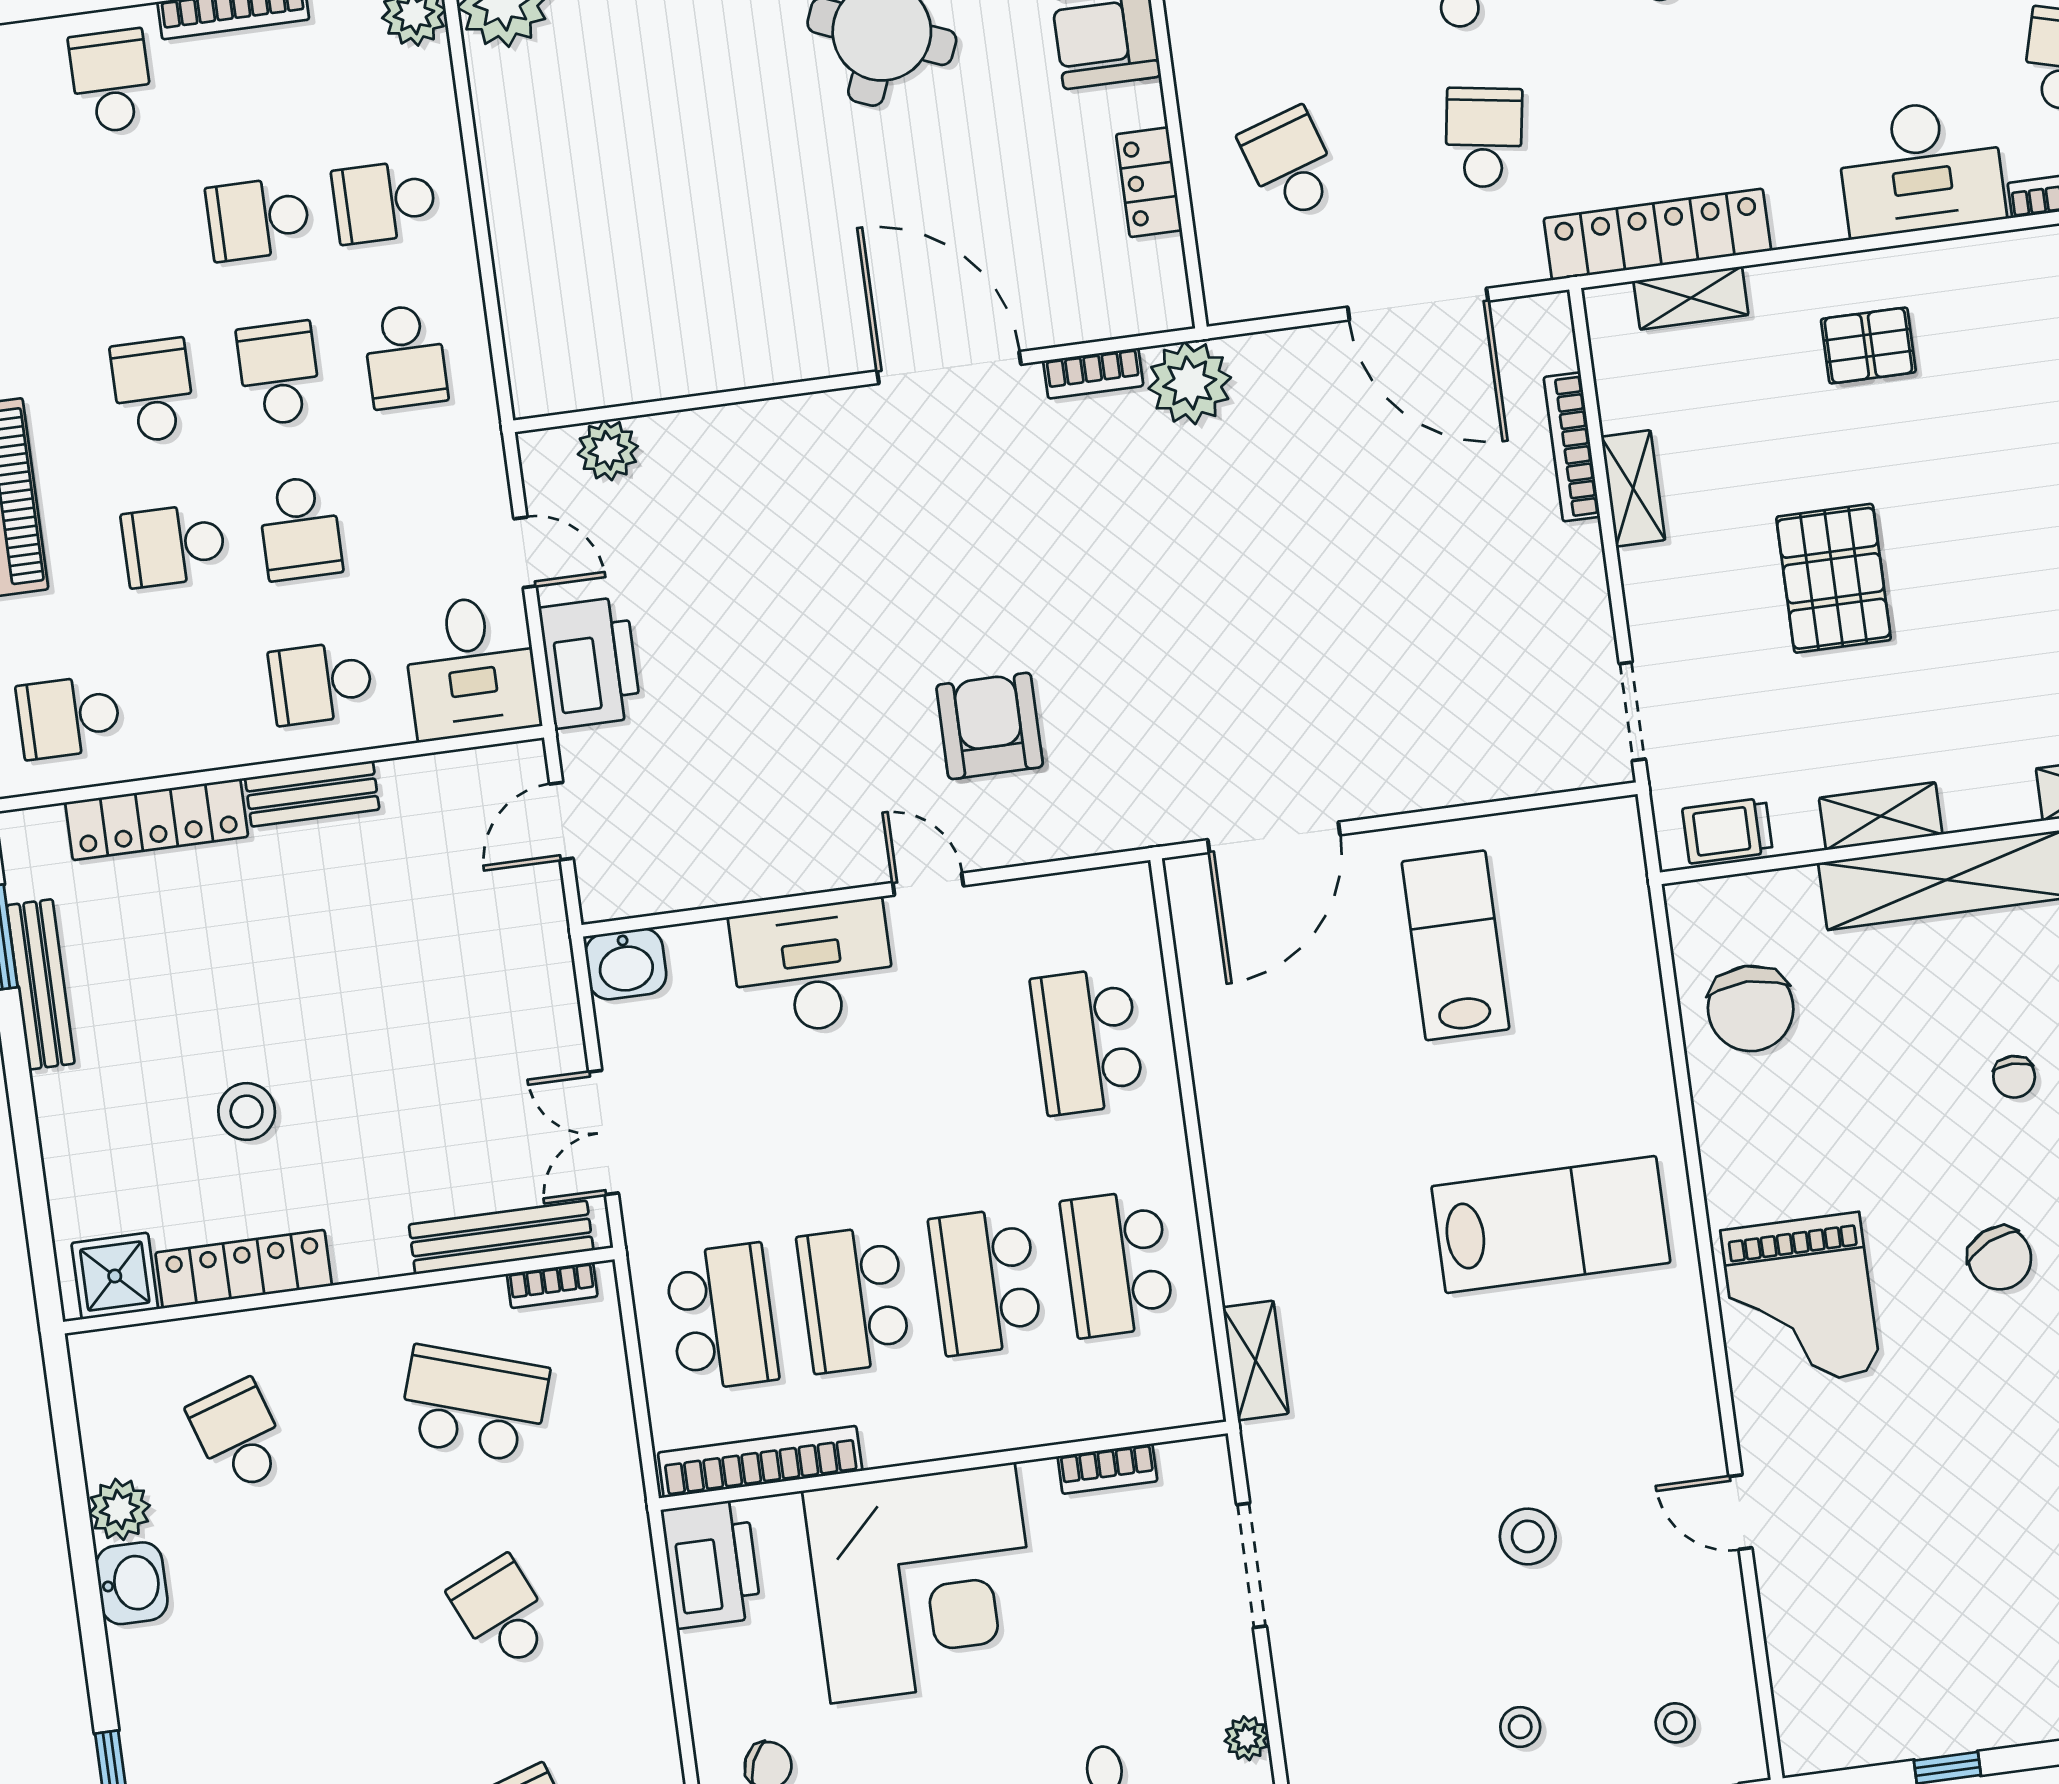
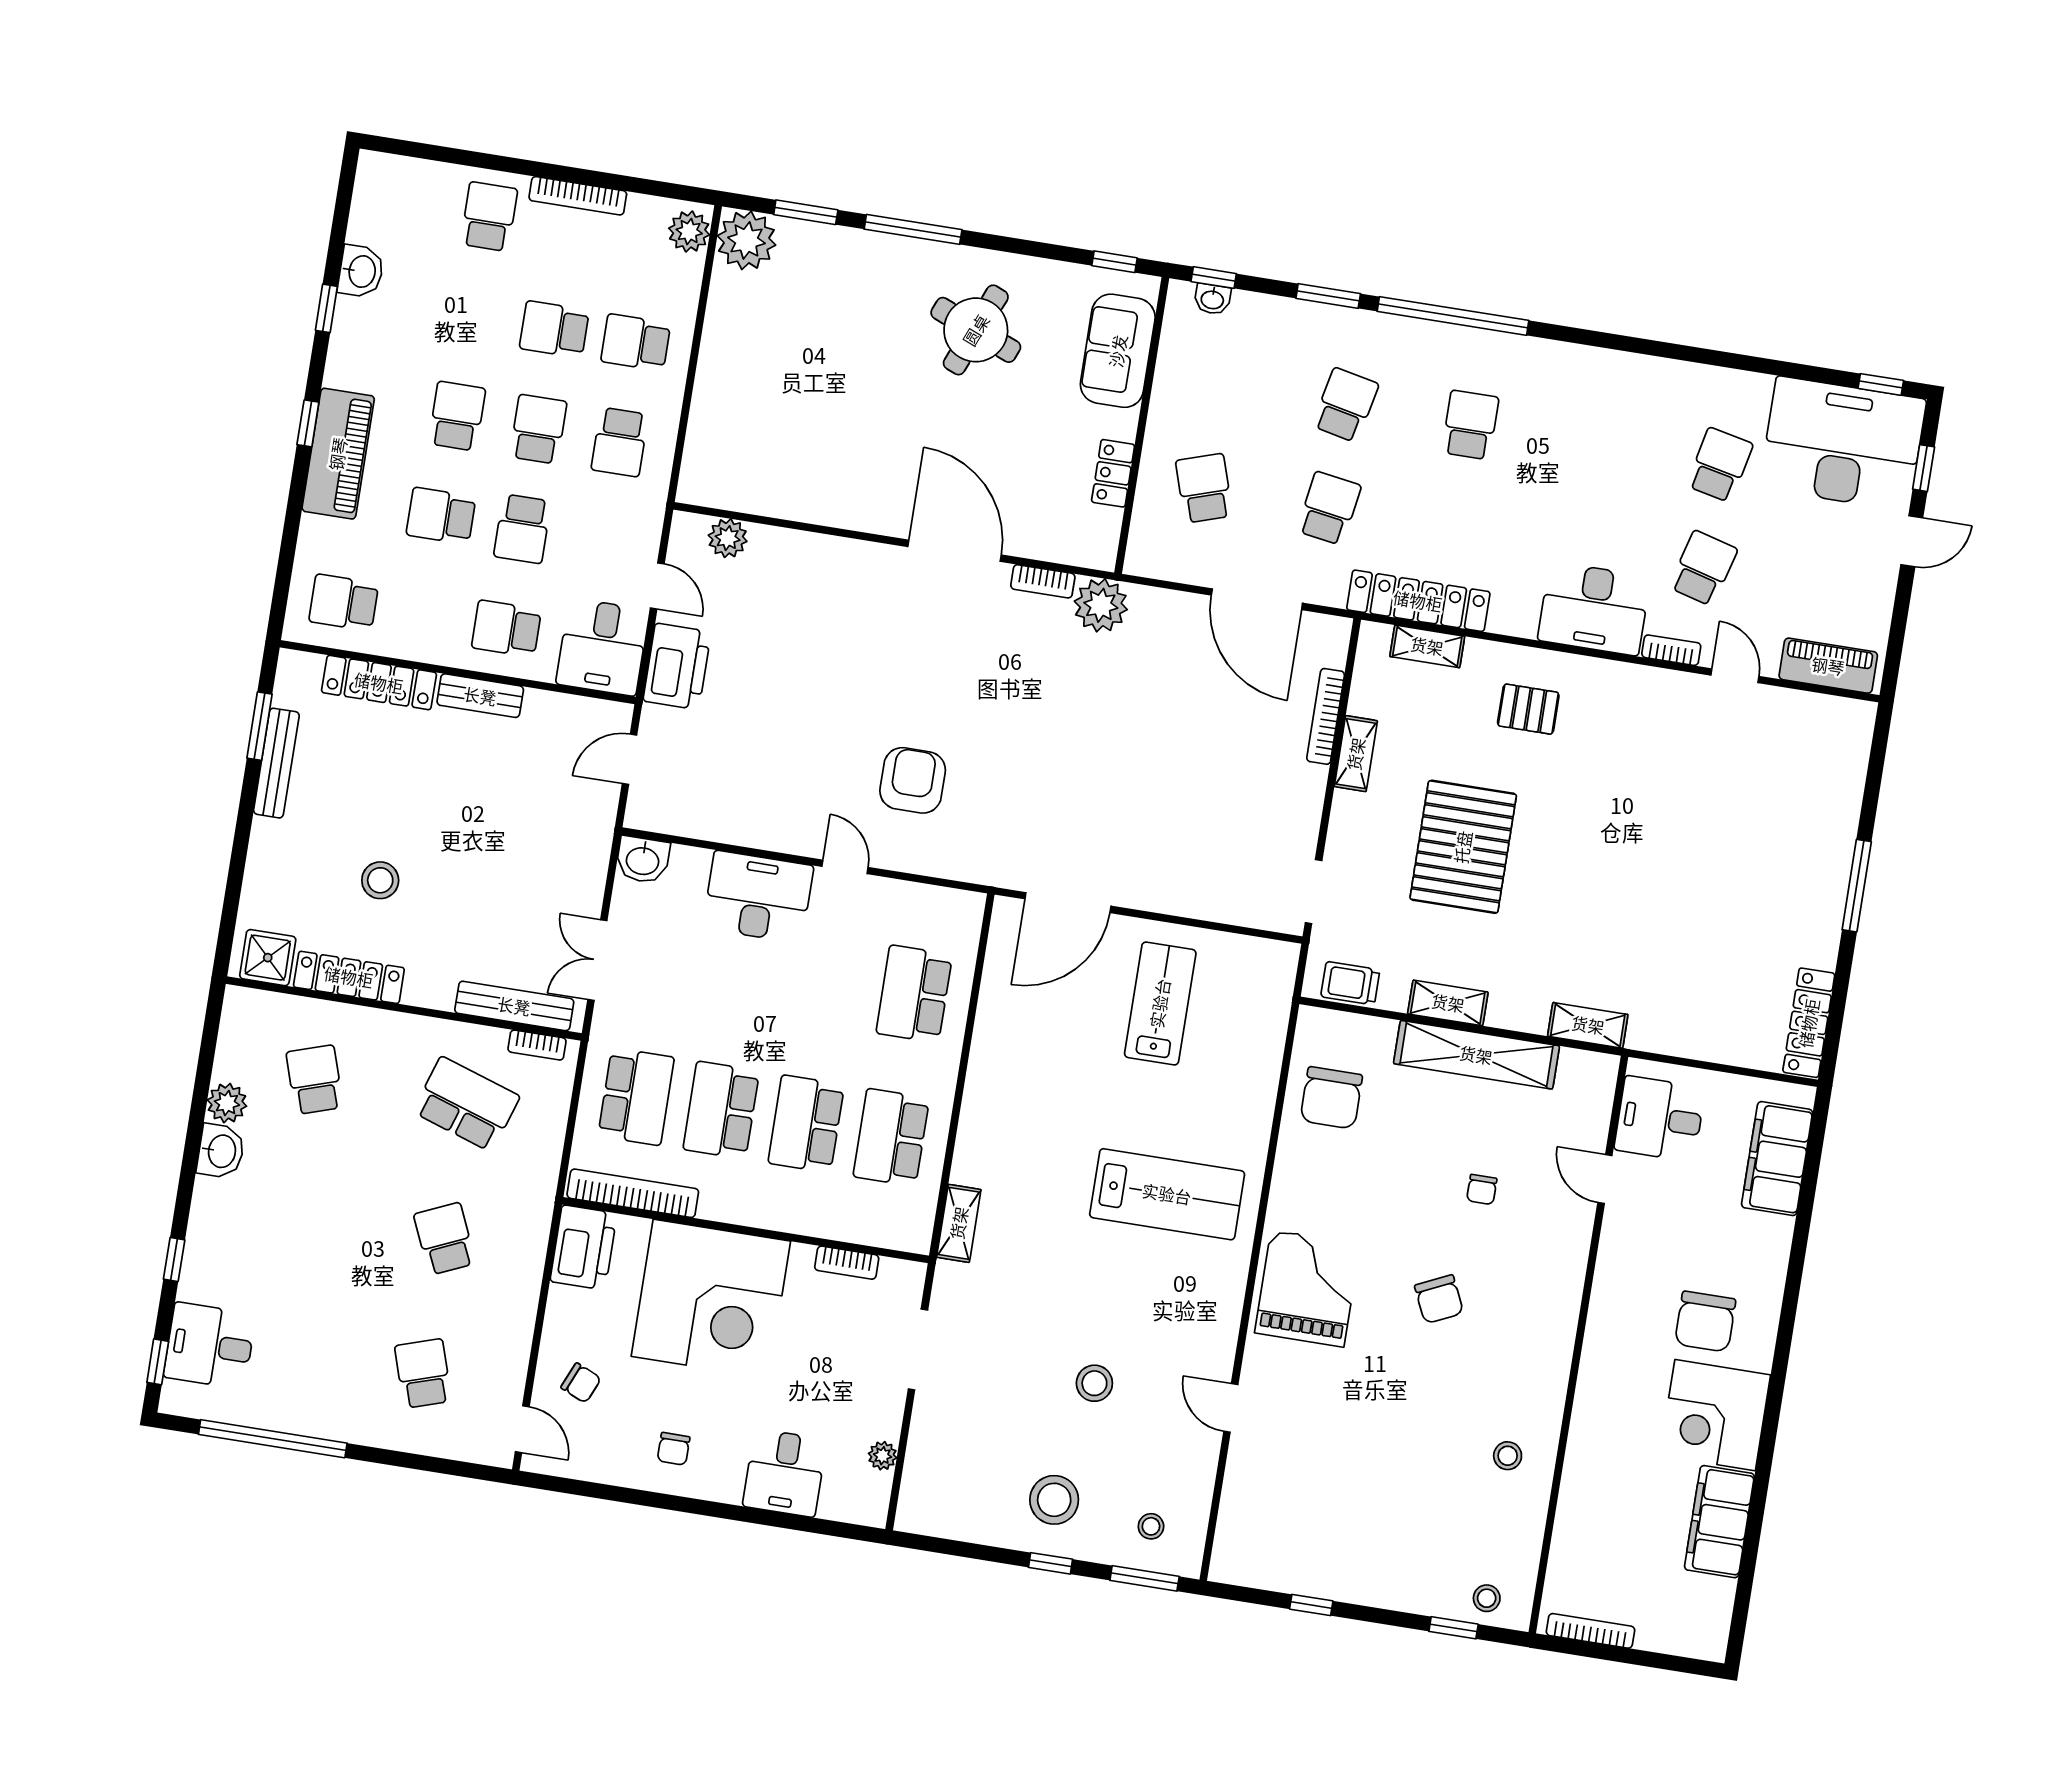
pallet: (1834, 578) -> (1463, 847), width x1.37, depth x1.41
grand piano: (1801, 1301) -> (1307, 1288), turned 180
stool: (1520, 1727) -> (1054, 1500), width x1.89, depth x1.89

